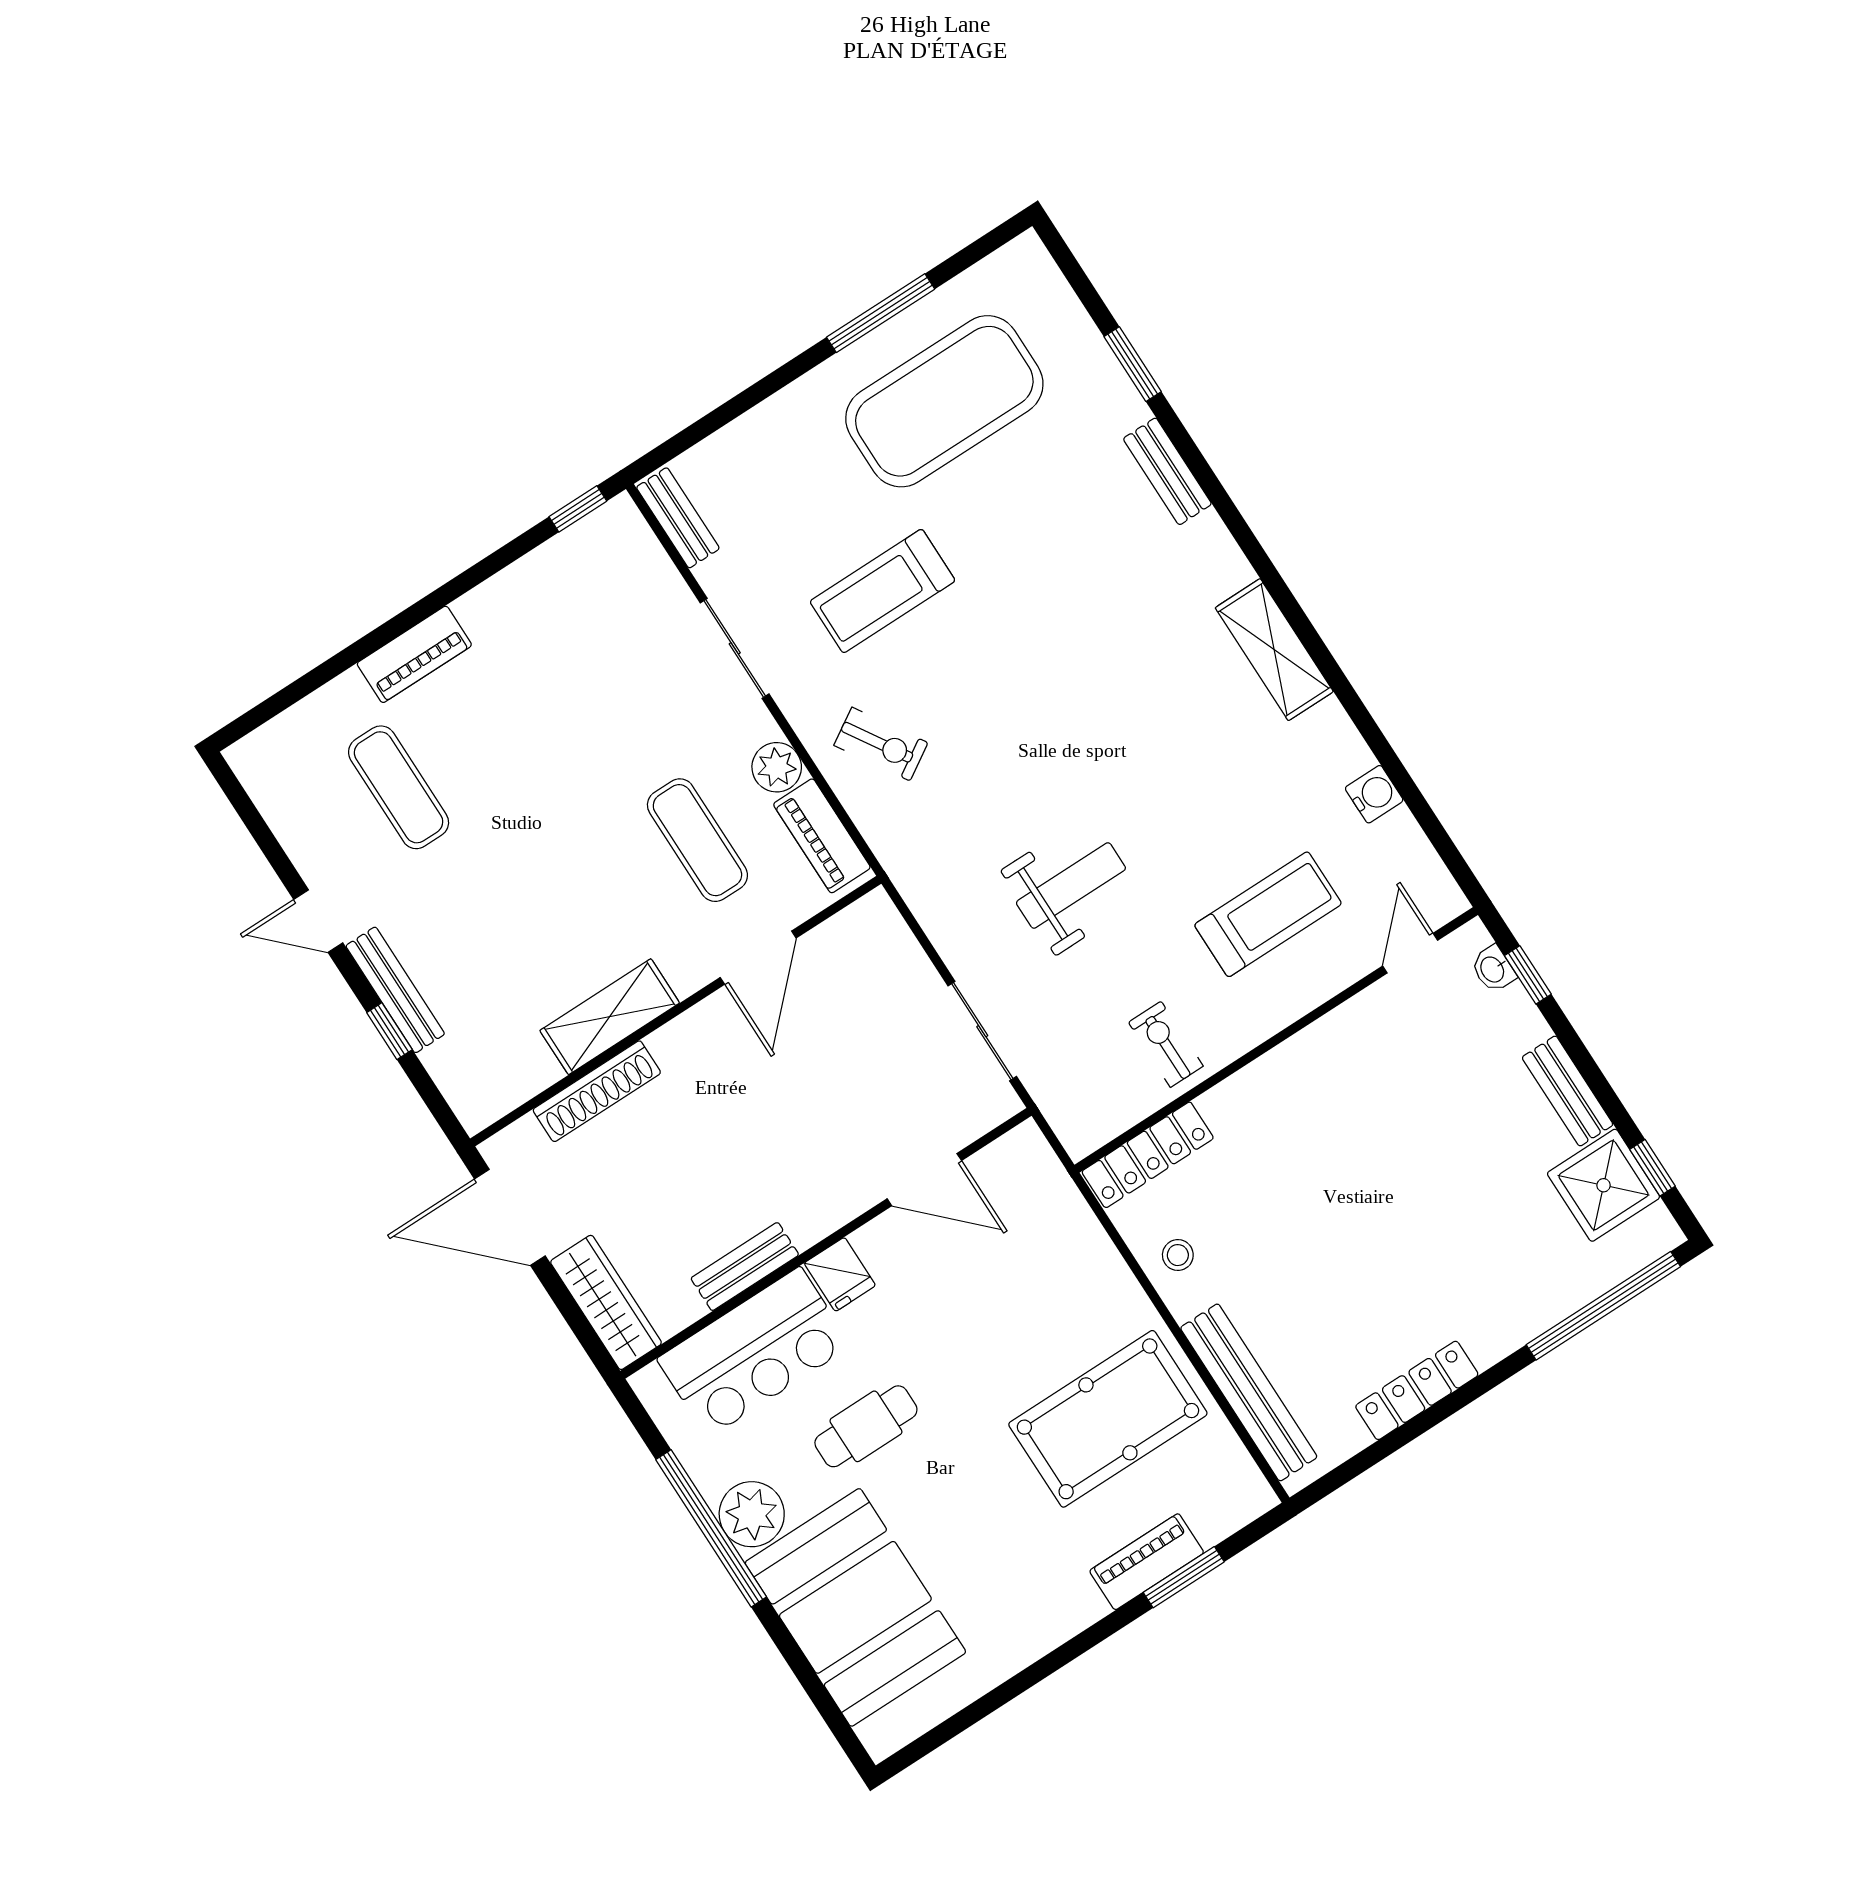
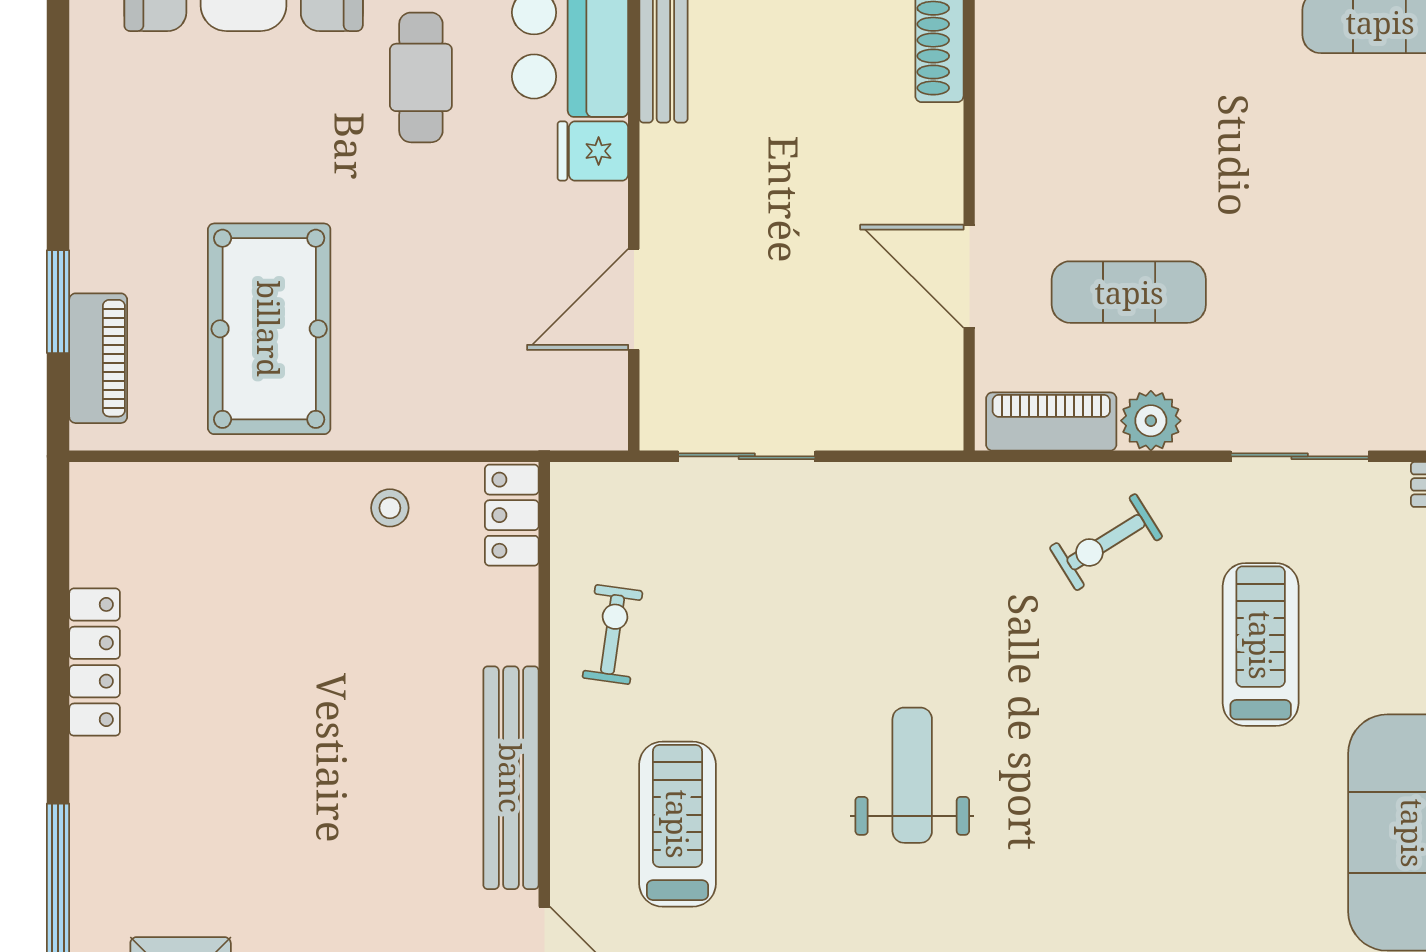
weight bench: (1071, 886) -> (912, 775), moved, turned 180
treadmill: (1268, 914) -> (678, 824), turned 180
shelving: (610, 1017) -> (1007, 86), removed
exercise bike: (1166, 1044) -> (612, 634), turned -82
locker: (1148, 1155) -> (512, 515), width x0.66
bench: (1249, 1392) -> (511, 778), moved, turned 90
piano: (1147, 1562) -> (98, 358), moved

